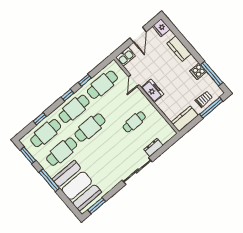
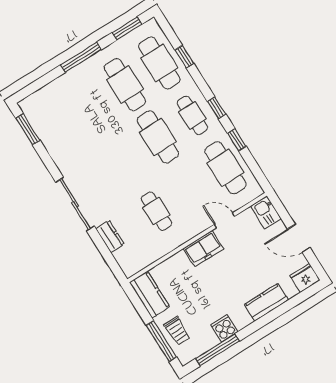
cafe table: (74, 109) -> (192, 115), width x0.73, depth x0.74
booth: (77, 186) -> (65, 101), removed

